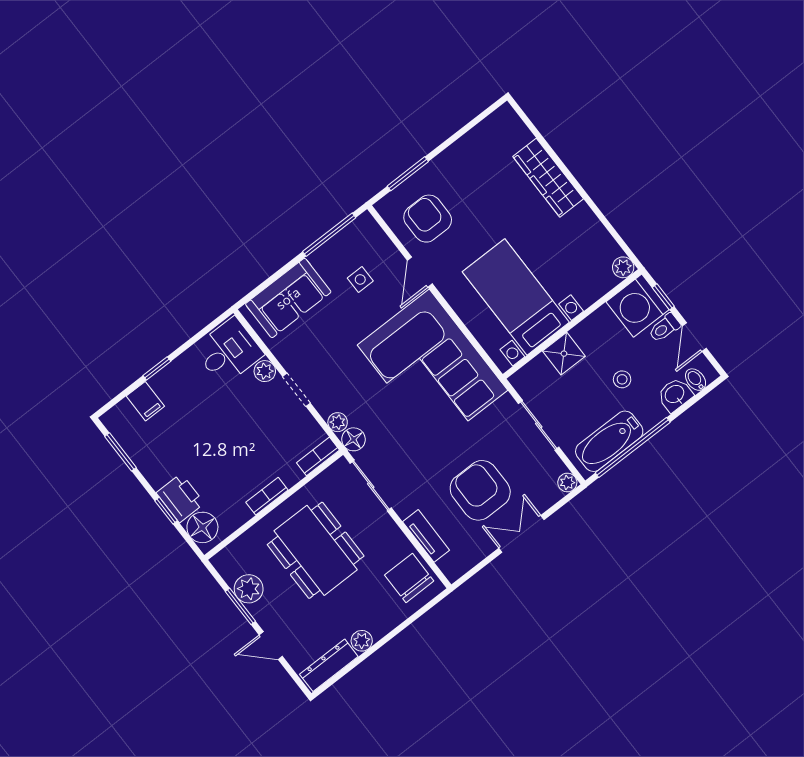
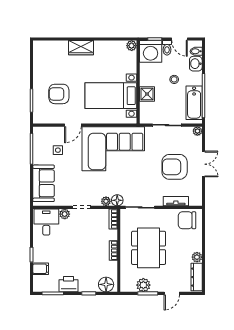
wardrobe: (548, 178) -> (81, 48), width x0.67
armchair: (428, 219) -> (59, 94), moved
door: (420, 272) -> (73, 125), hinge flipped
printer: (180, 498) -> (69, 284), moved
double door: (521, 534) -> (203, 164), swing flipped
dining table: (316, 550) -> (149, 248), turned 90

